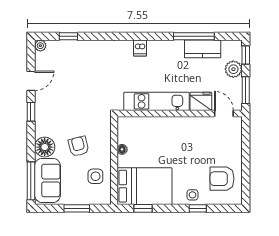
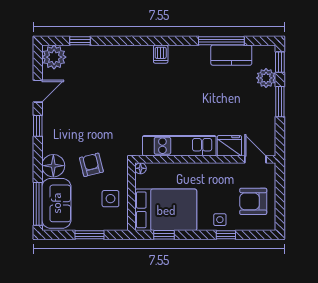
plant: (40, 46) -> (54, 57), width x1.87, depth x1.87
kitchen unit: (157, 101) -> (179, 146), moved
fridge: (201, 101) -> (229, 146), moved
wall: (180, 113) -> (205, 159), moved
door: (224, 113) -> (255, 159), moved

